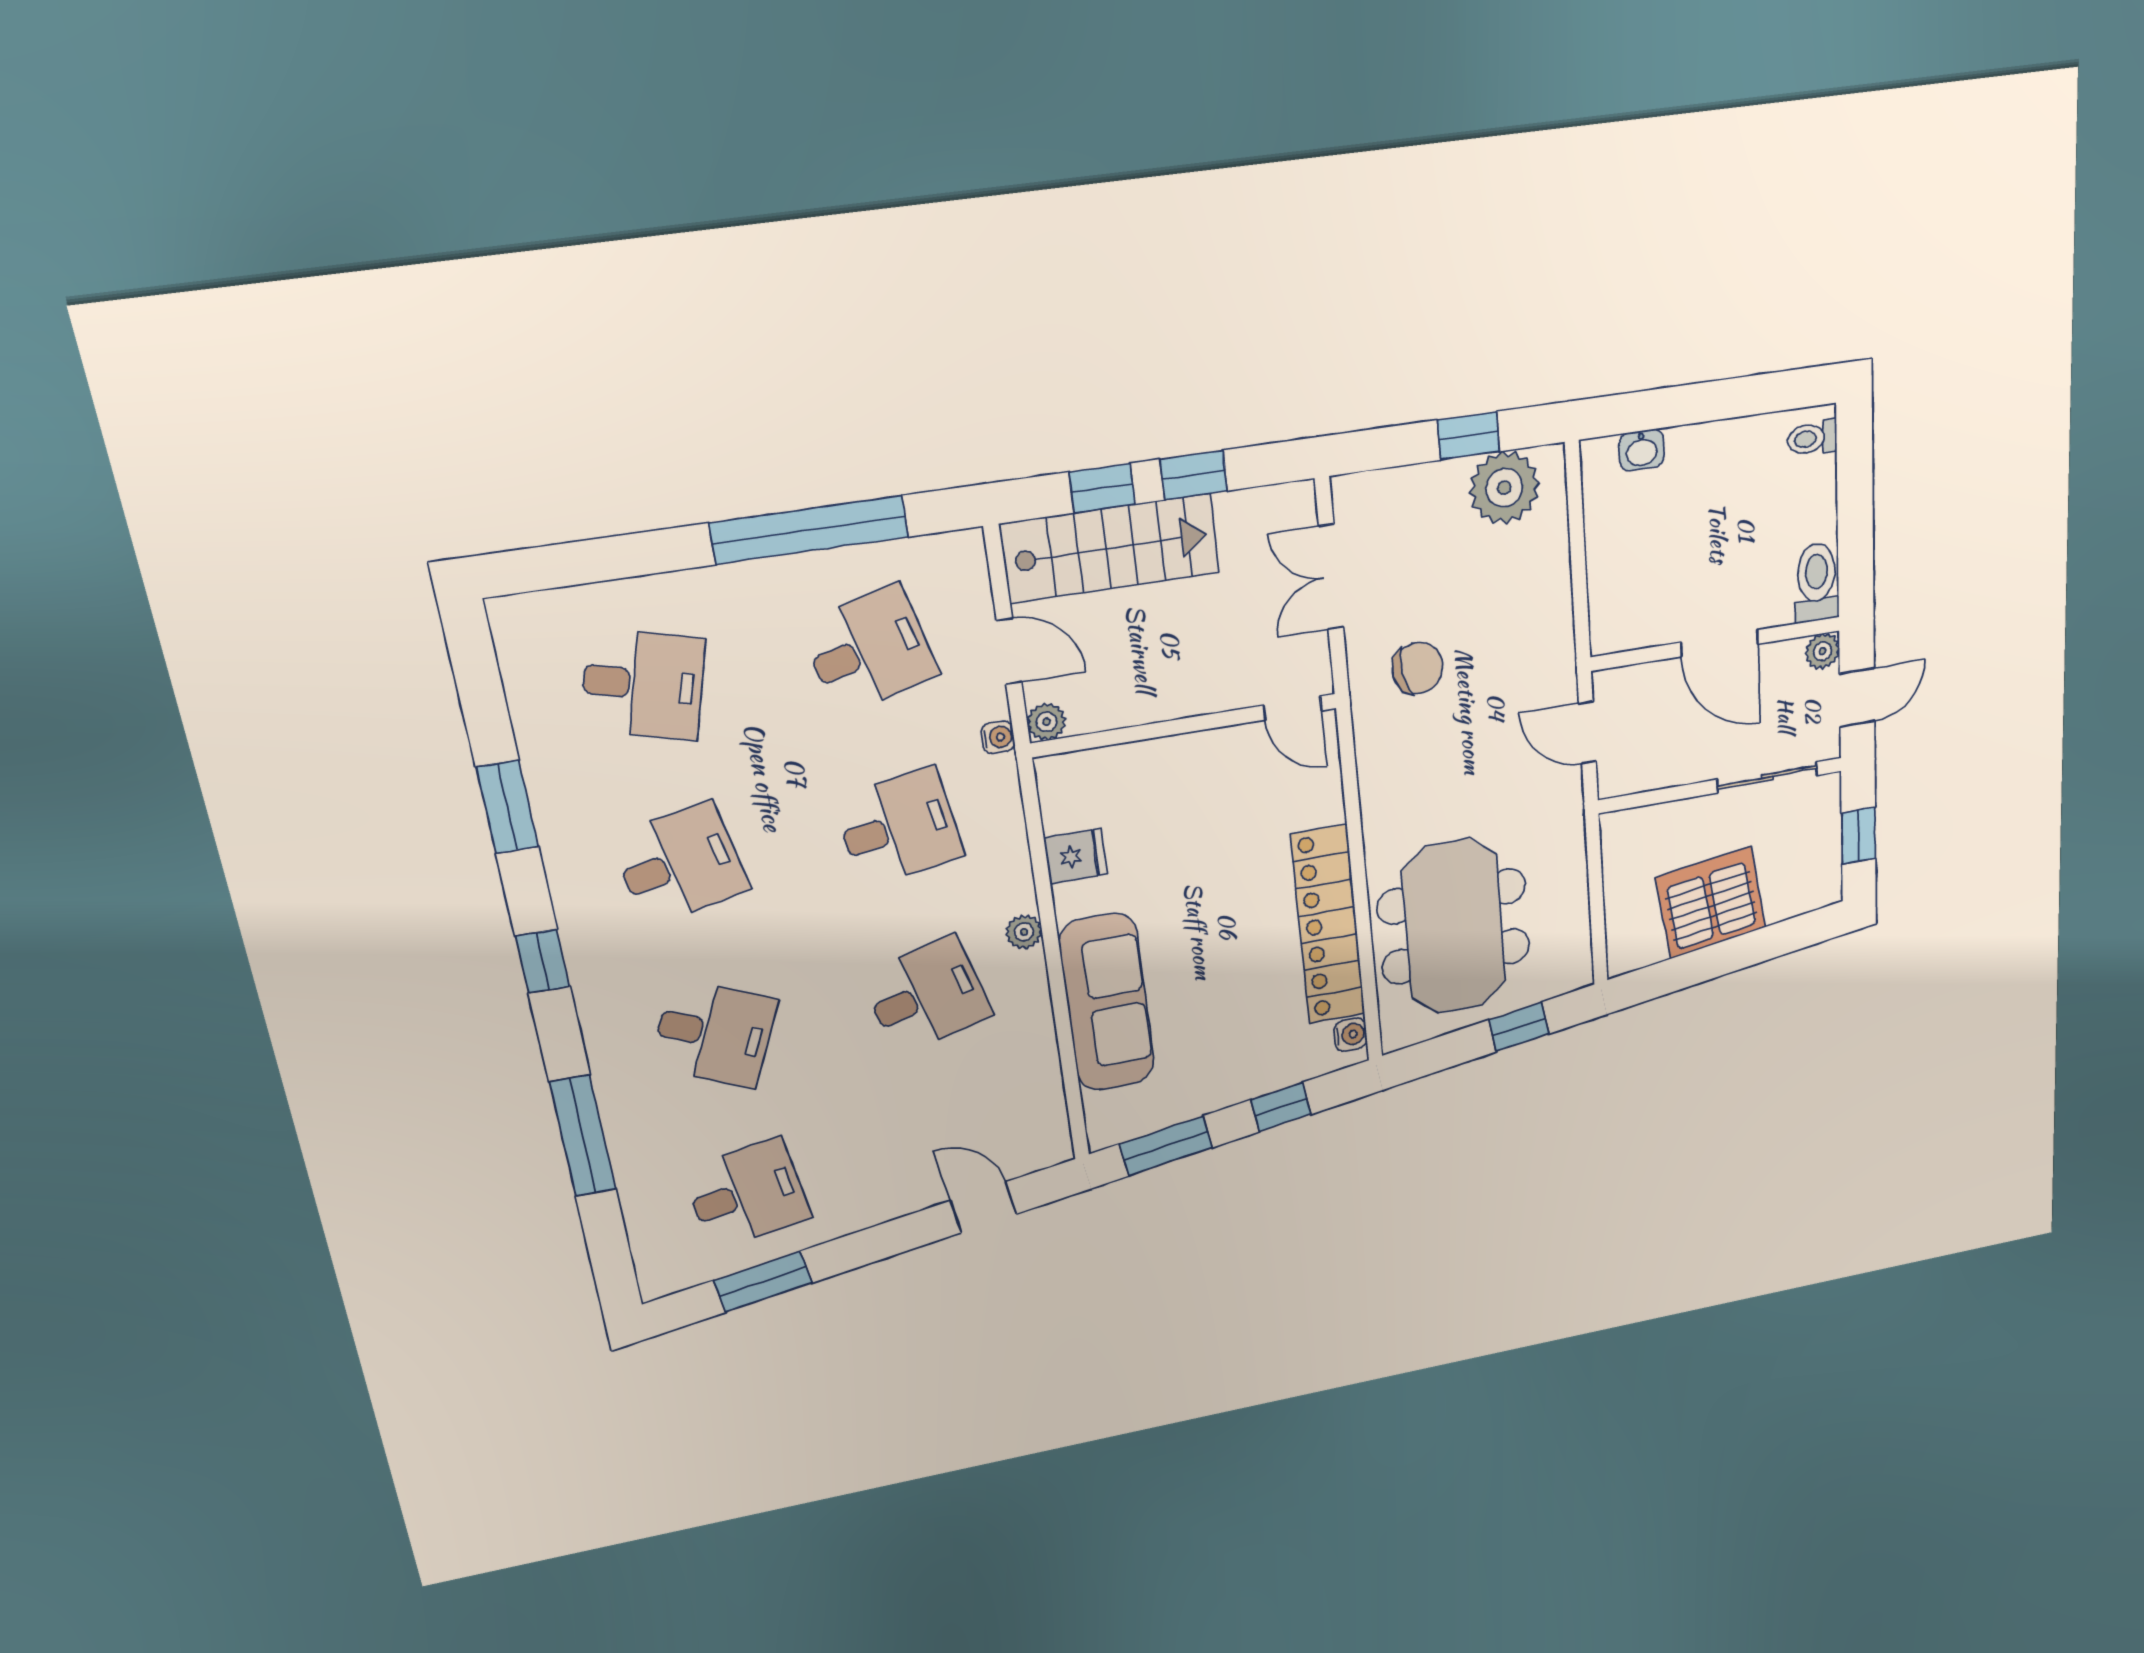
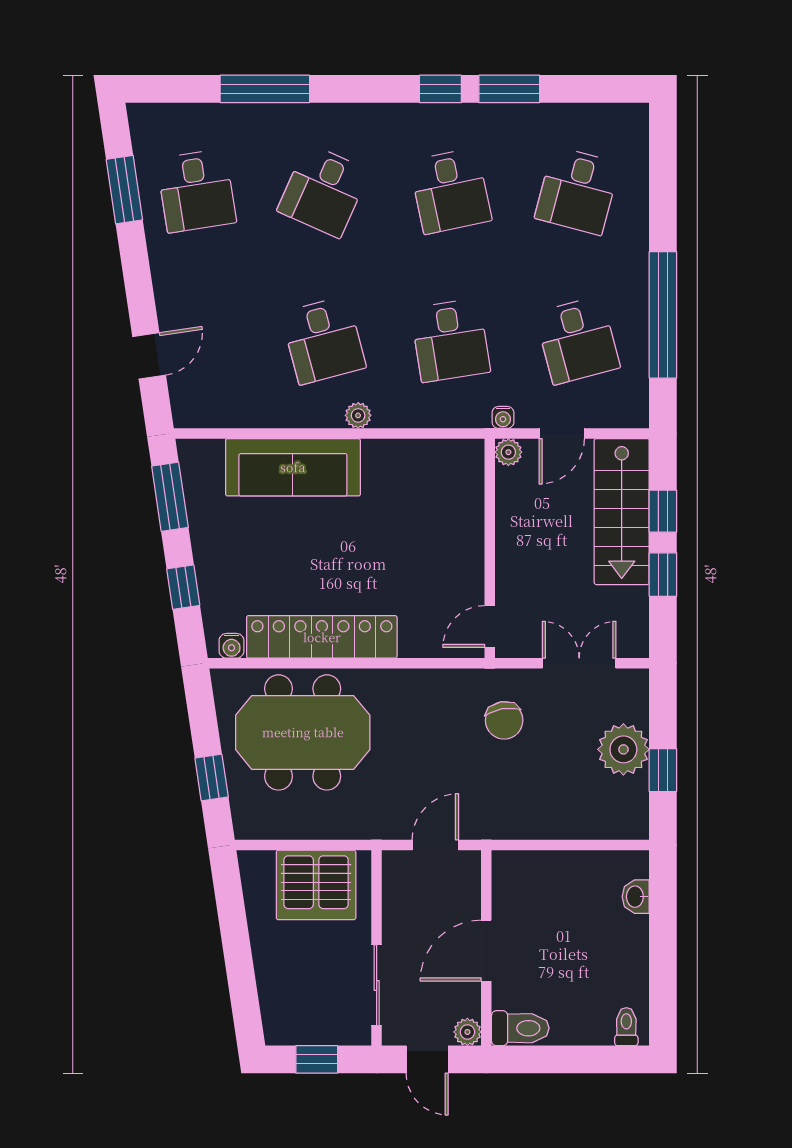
plant: (1504, 488) -> (623, 749), moved
fridge: (1076, 856) -> (408, 459), removed
server rack: (1711, 903) -> (316, 885), moved, turned 98
window: (543, 961) -> (440, 89), moved

